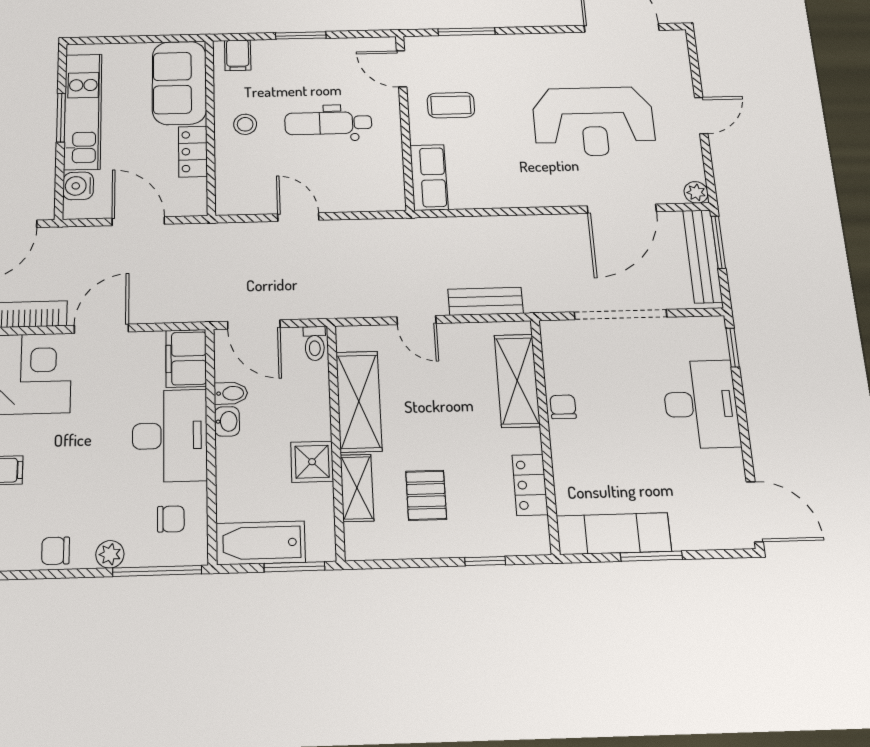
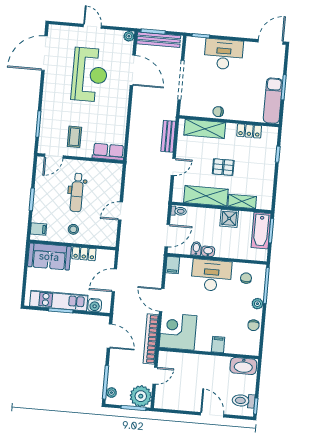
filing cabinet: (186, 358) -> (173, 265), width x0.50
pallet: (426, 495) -> (223, 167), moved
bathtub: (261, 543) -> (261, 231), moved

